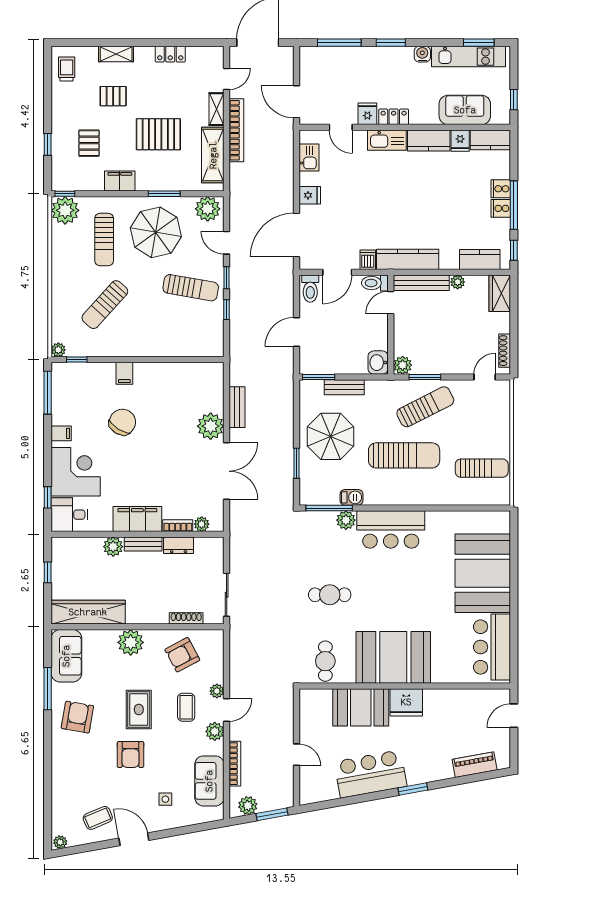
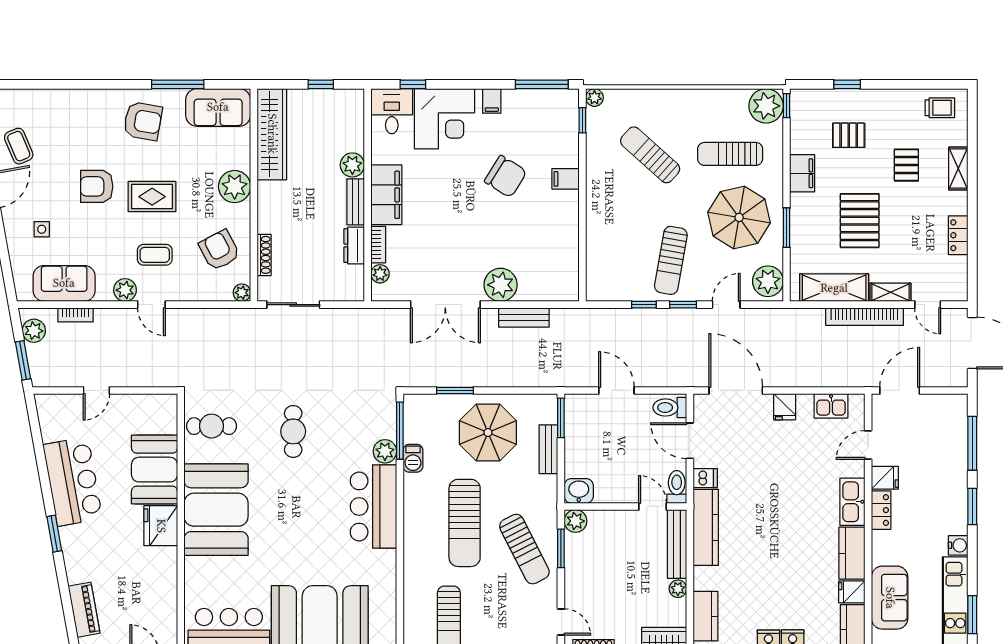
plant: (217, 691) -> (242, 293), moved
bookcase: (235, 764) -> (76, 315), width x0.64

